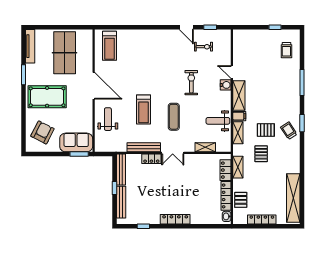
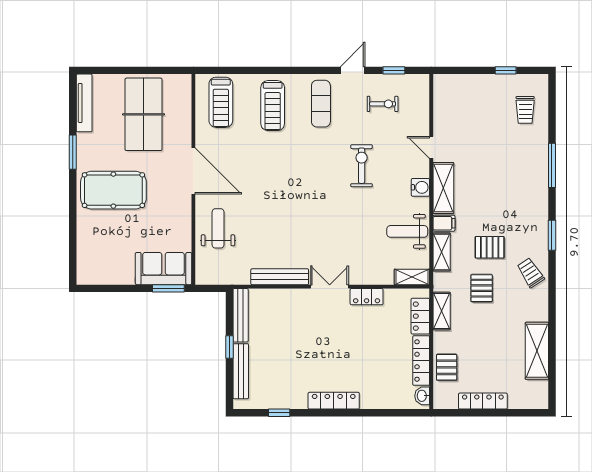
door: (186, 27) -> (353, 70), swing flipped
water cooler: (226, 85) -> (420, 187), moved
treadmill: (144, 109) -> (273, 106), moved
exercise mat: (174, 117) -> (321, 104), moved
trolley: (289, 131) -> (531, 273), moved
armchair: (42, 132) -> (105, 251), removed
shelving: (205, 147) -> (412, 277), moved
double door: (173, 153) -> (330, 287), swing flipped
locker: (151, 159) -> (367, 297), moved
shelving: (293, 198) -> (537, 351), width x0.68

